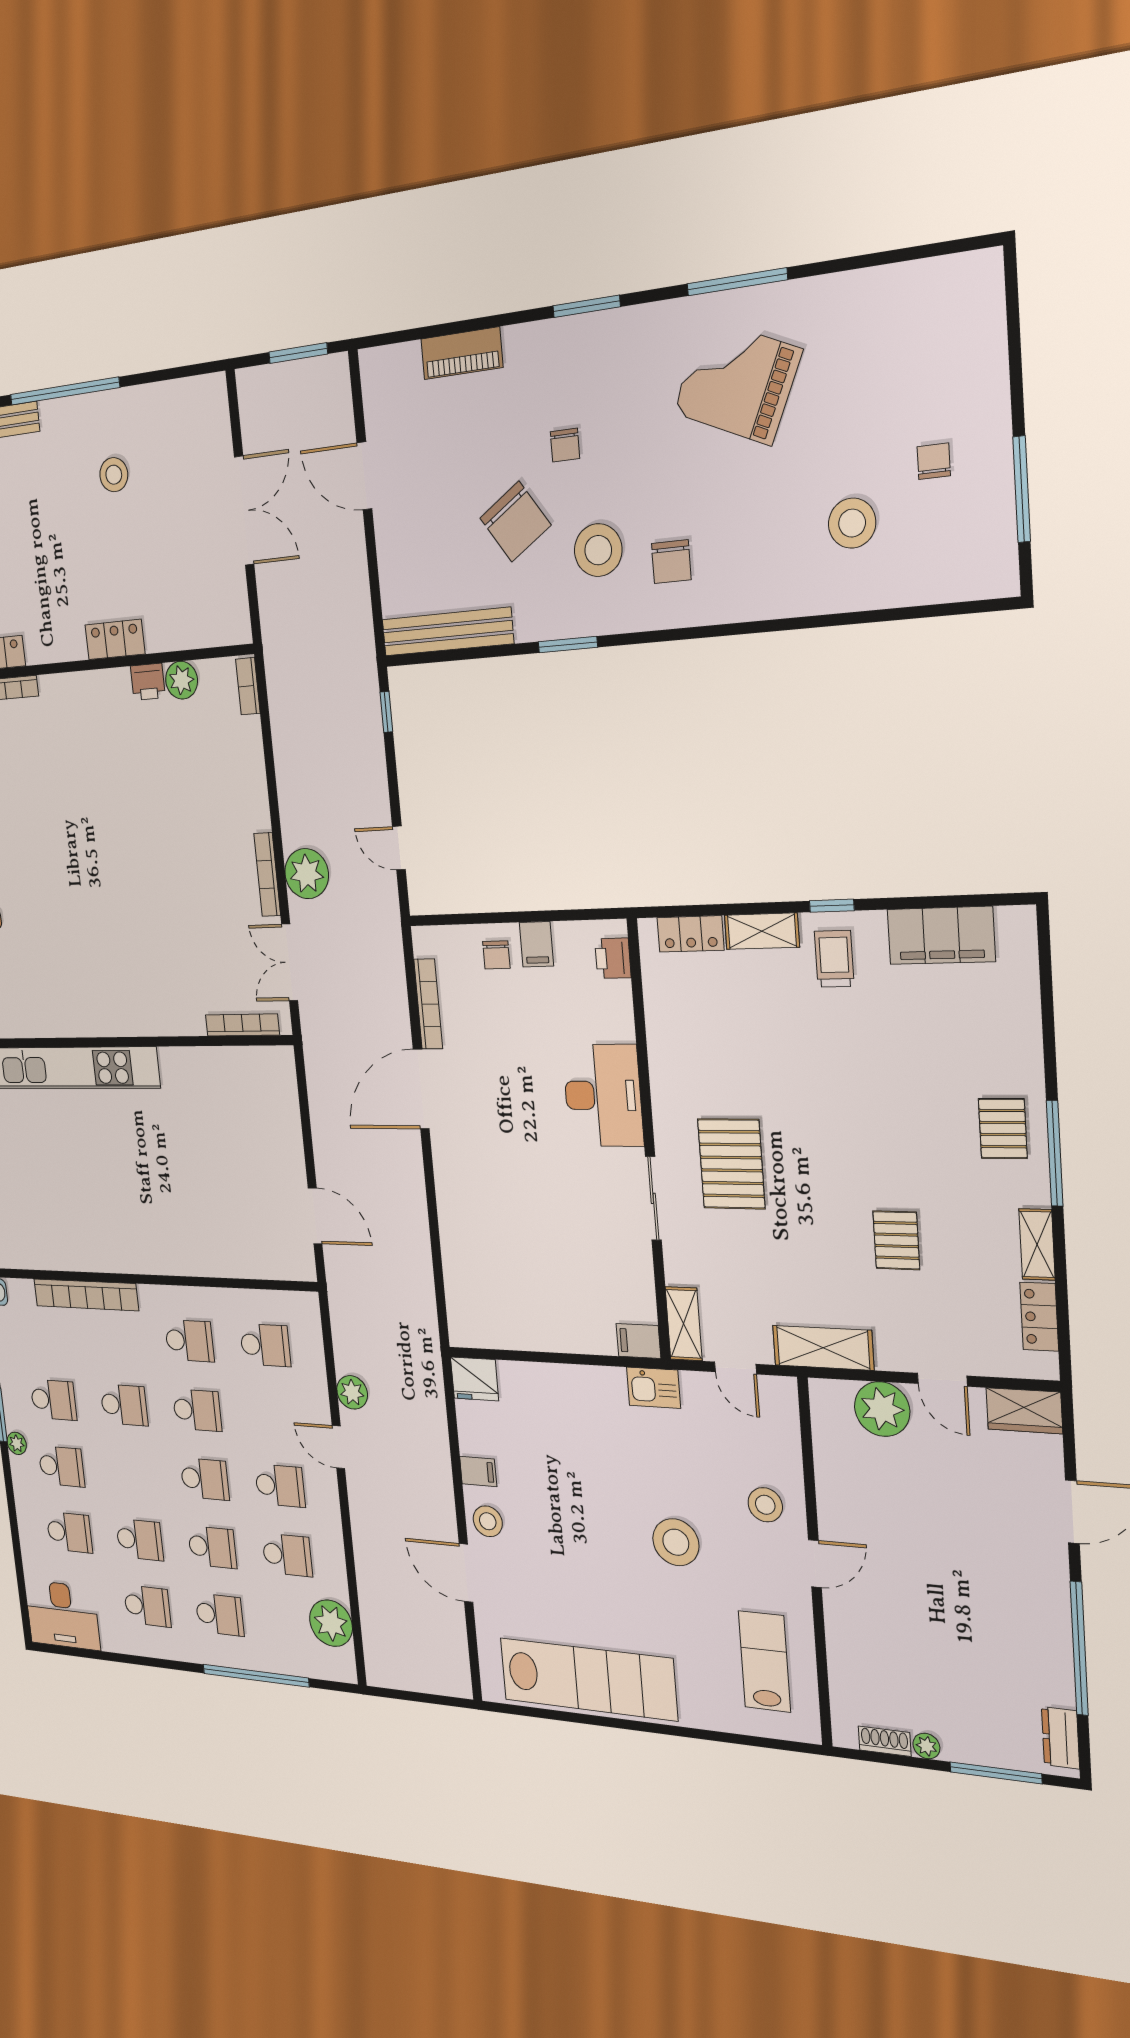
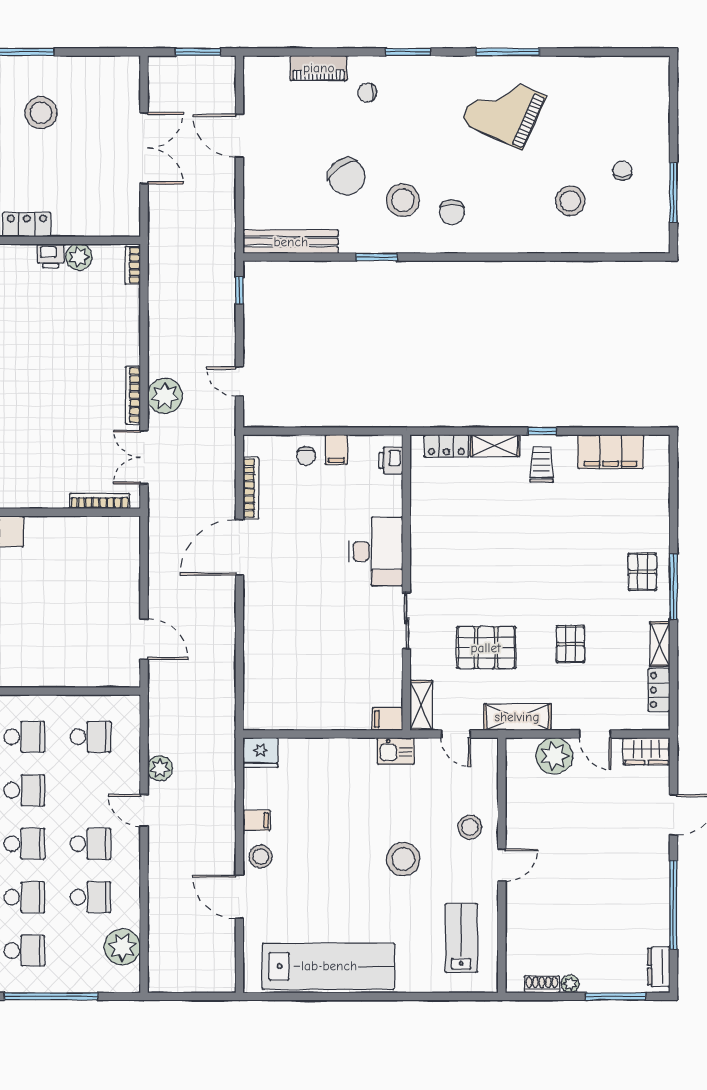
chair: (565, 445) -> (367, 93), moved, turned 90
stool: (114, 475) -> (41, 113), width x1.38, depth x1.38
pallet: (731, 1164) -> (486, 648), moved, turned 90

